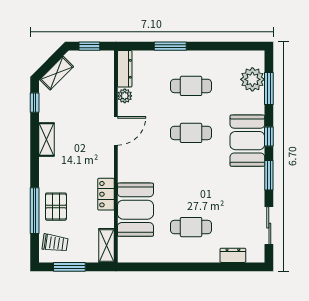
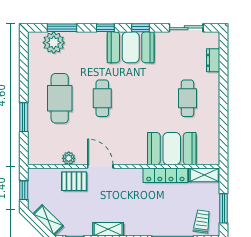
dresser: (125, 69) -> (44, 158), removed
cafe table: (191, 86) -> (60, 98), width x1.37, depth x1.35
booth: (247, 141) -> (131, 47), moved
window: (269, 175) -> (141, 28), width x0.67
locker: (106, 194) -> (165, 175), width x1.53
pallet: (56, 207) -> (74, 181), moved

